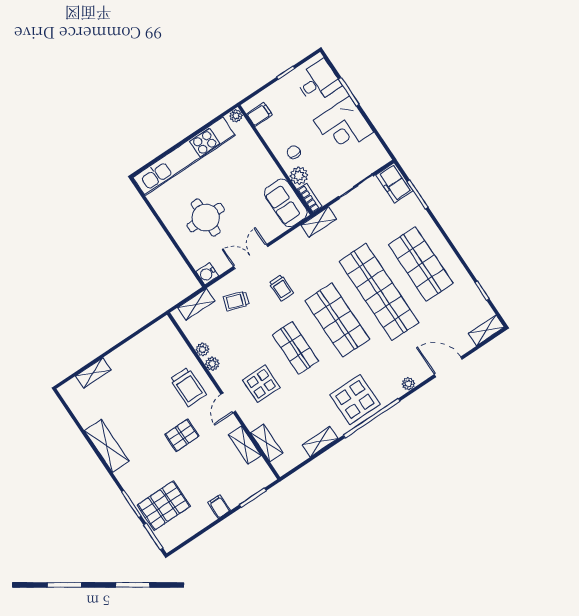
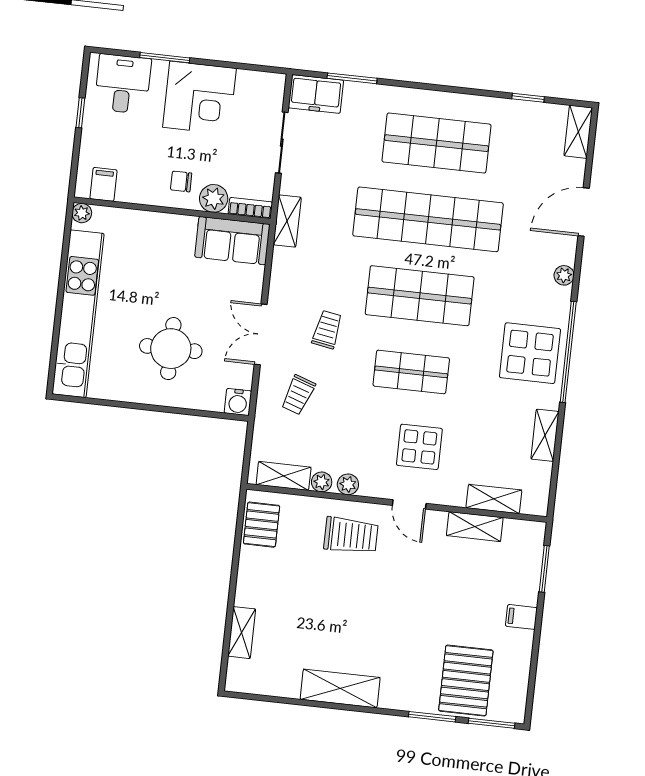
trolley: (281, 288) -> (327, 330), turned -80
shelving: (196, 304) -> (284, 476), moved, turned 90
pallet: (182, 435) -> (262, 525), moved

